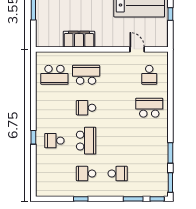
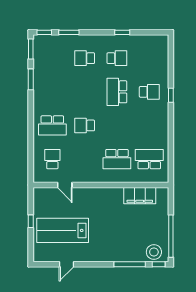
filing cabinet: (79, 39) -> (140, 196), moved
school desk: (86, 108) -> (85, 125), moved, turned 180

